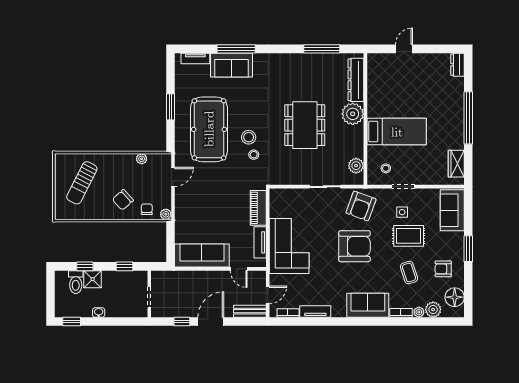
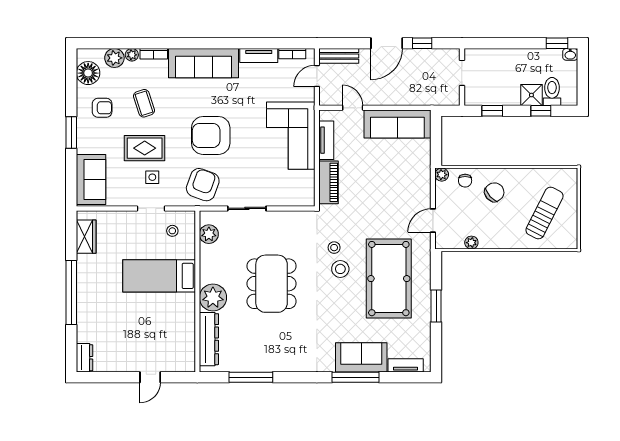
sofa: (368, 305) -> (204, 63), width x1.36
washbasin: (99, 312) -> (570, 54), moved

